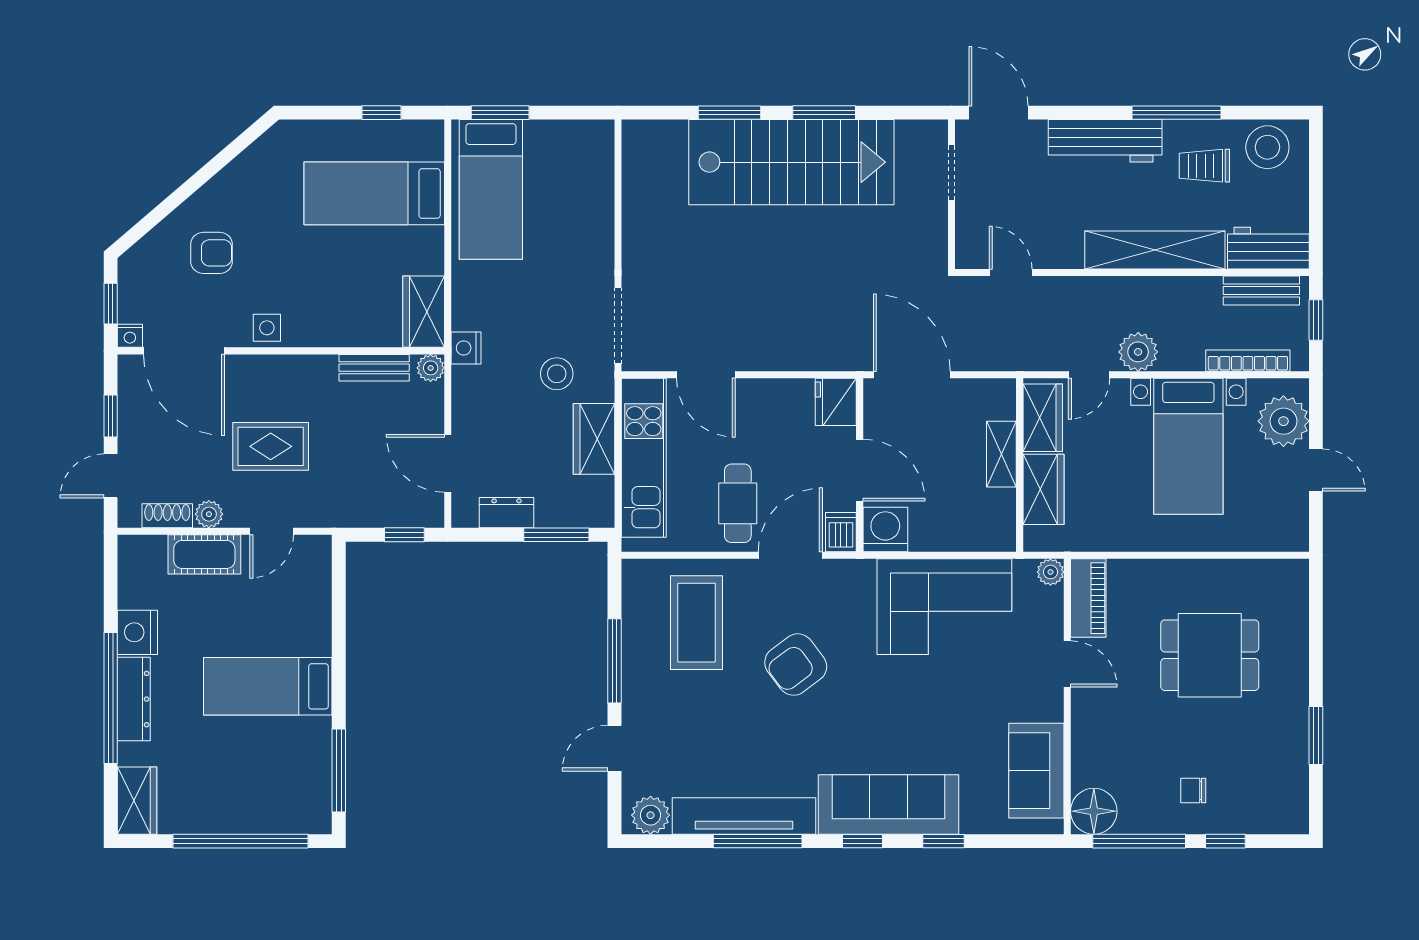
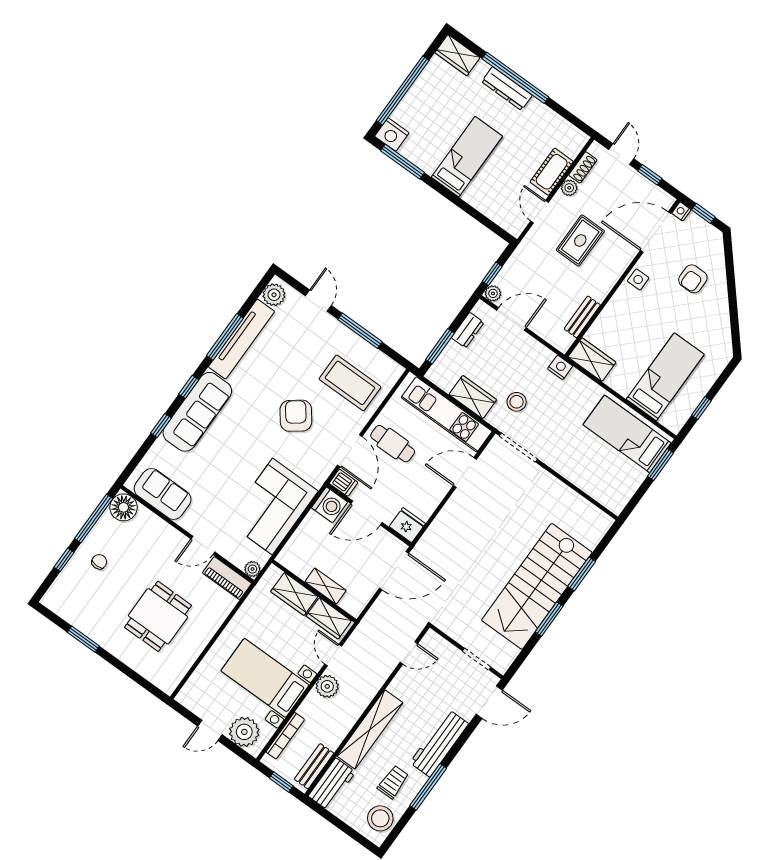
plant: (431, 368) -> (493, 293), moved
nightstand: (137, 632) -> (392, 135), moved, turned 180

